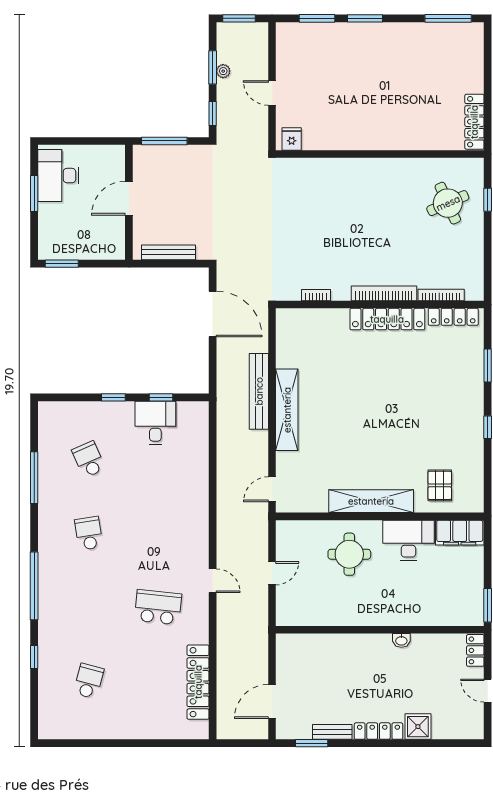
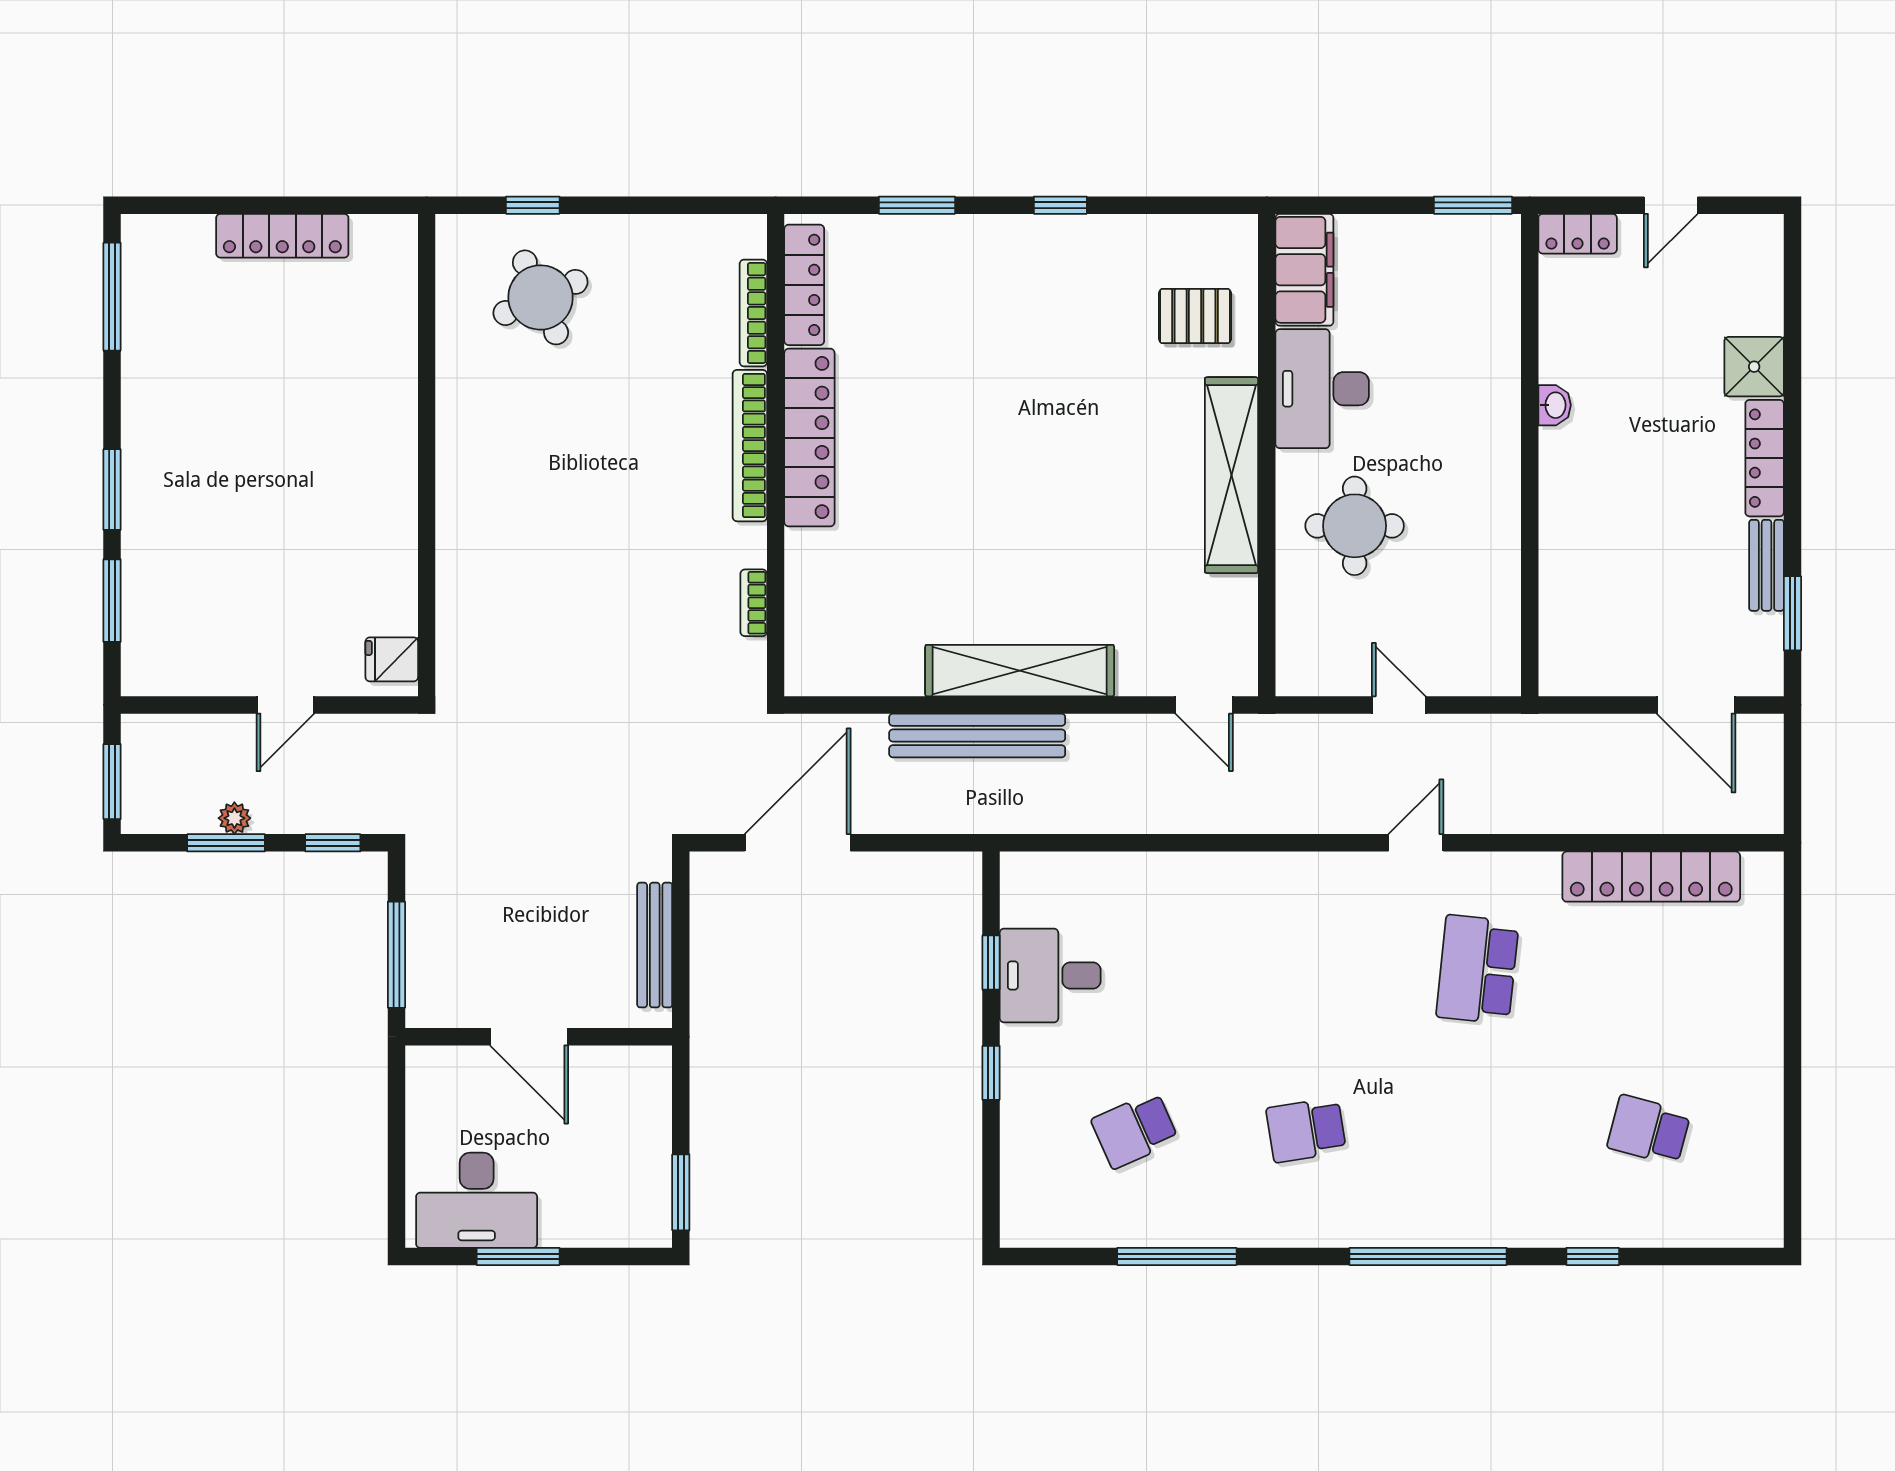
locker: (474, 122) -> (282, 236), moved

